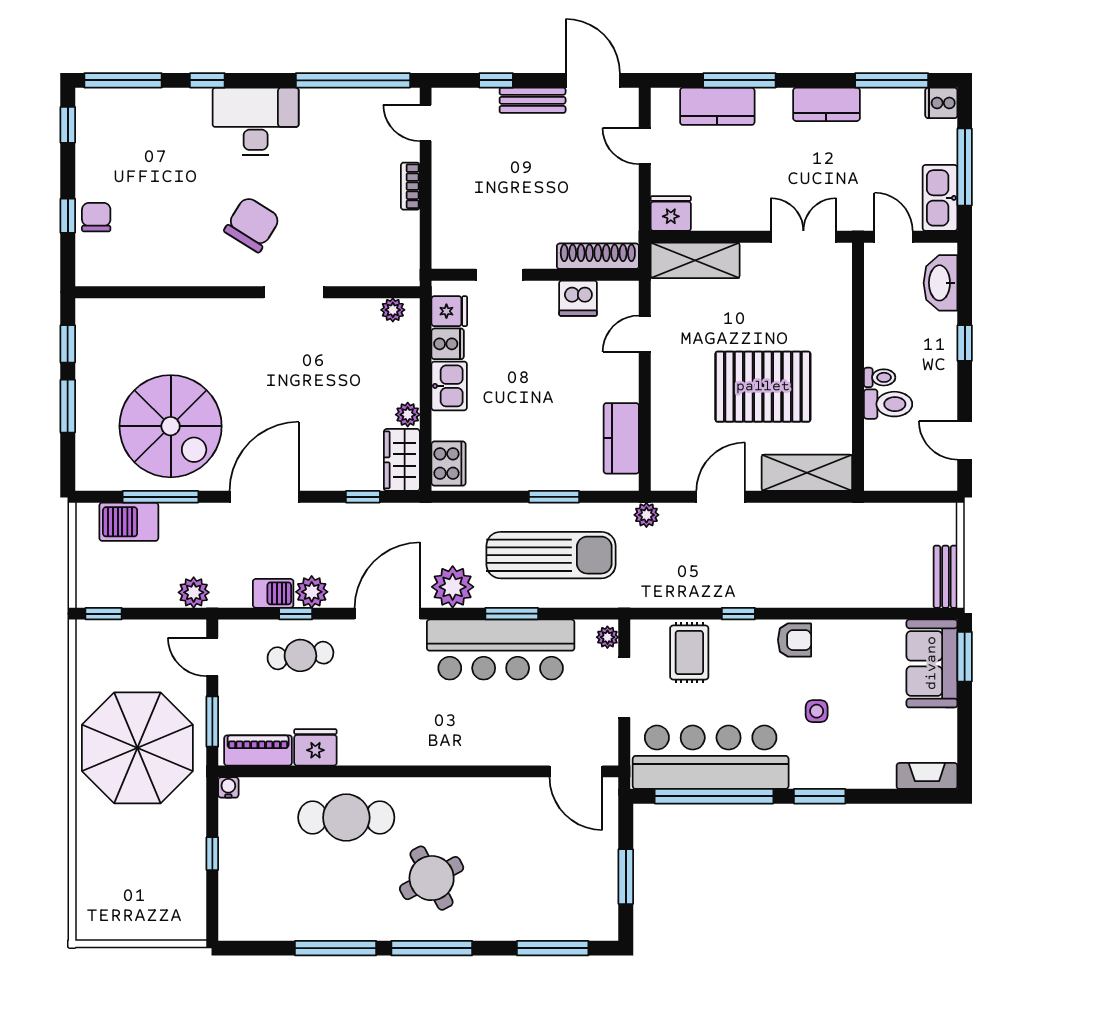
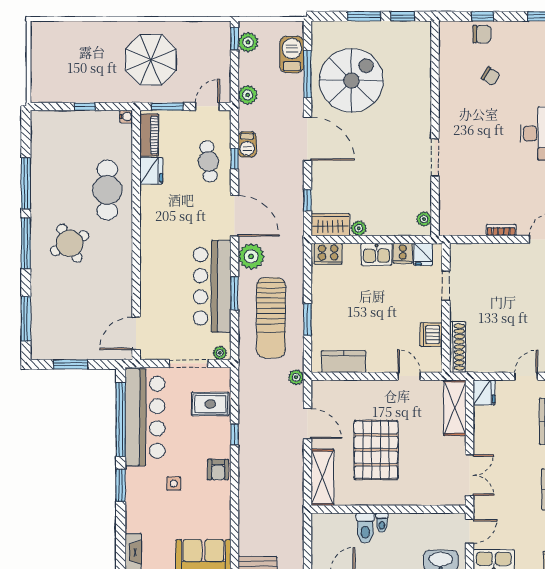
chair: (252, 224) -> (491, 76), moved, width x0.54, depth x0.54
spiral stairs: (171, 426) -> (351, 80), turned 180
plant: (312, 592) -> (248, 42), moved
parasol: (137, 748) -> (151, 60), width x0.73, depth x0.73

